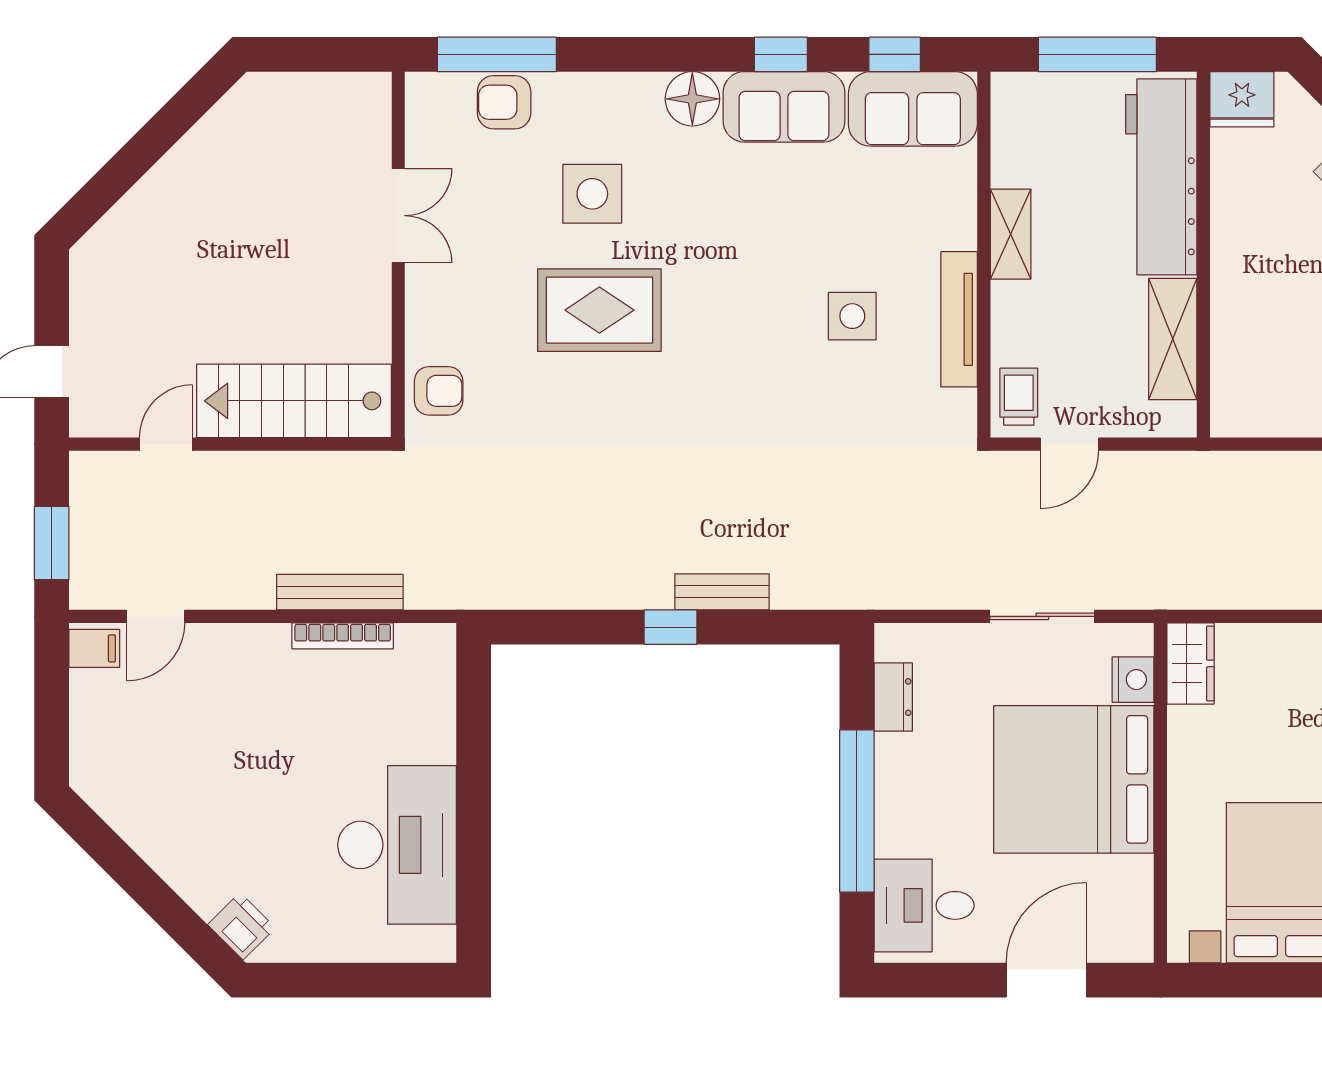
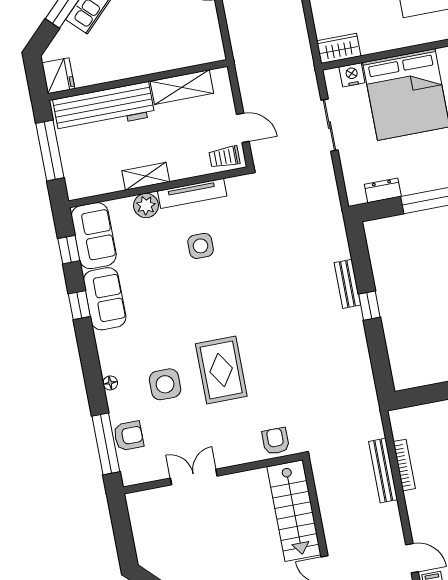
floor lamp: (692, 99) -> (110, 383), moved, width x0.53, depth x0.53
armchair: (504, 102) -> (129, 436), turned -90
plant: (953, 224) -> (146, 205), added

